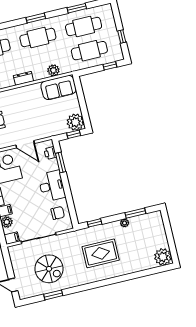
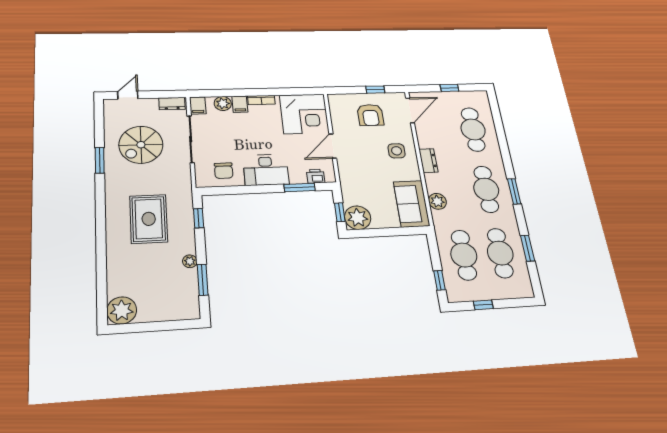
side table: (20, 101) -> (397, 151), added
dresser: (14, 255) -> (172, 104), added
window: (53, 295) -> (100, 160), moved

